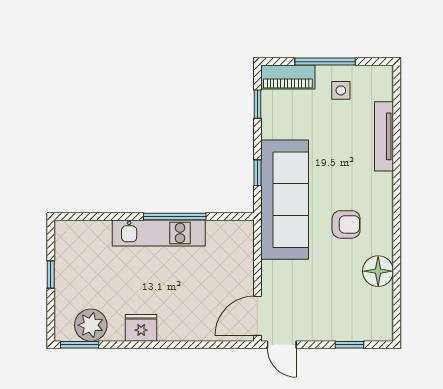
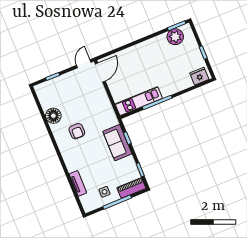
tv unit: (384, 136) -> (78, 183), width x0.71
sofa: (285, 200) -> (117, 143), width x0.54, depth x0.79
armchair: (346, 224) -> (77, 131), turned -90
kitchen unit: (159, 233) -> (139, 101), moved
fridge: (141, 328) -> (199, 76), moved, turned 180
door: (282, 345) -> (84, 64), hinge flipped

